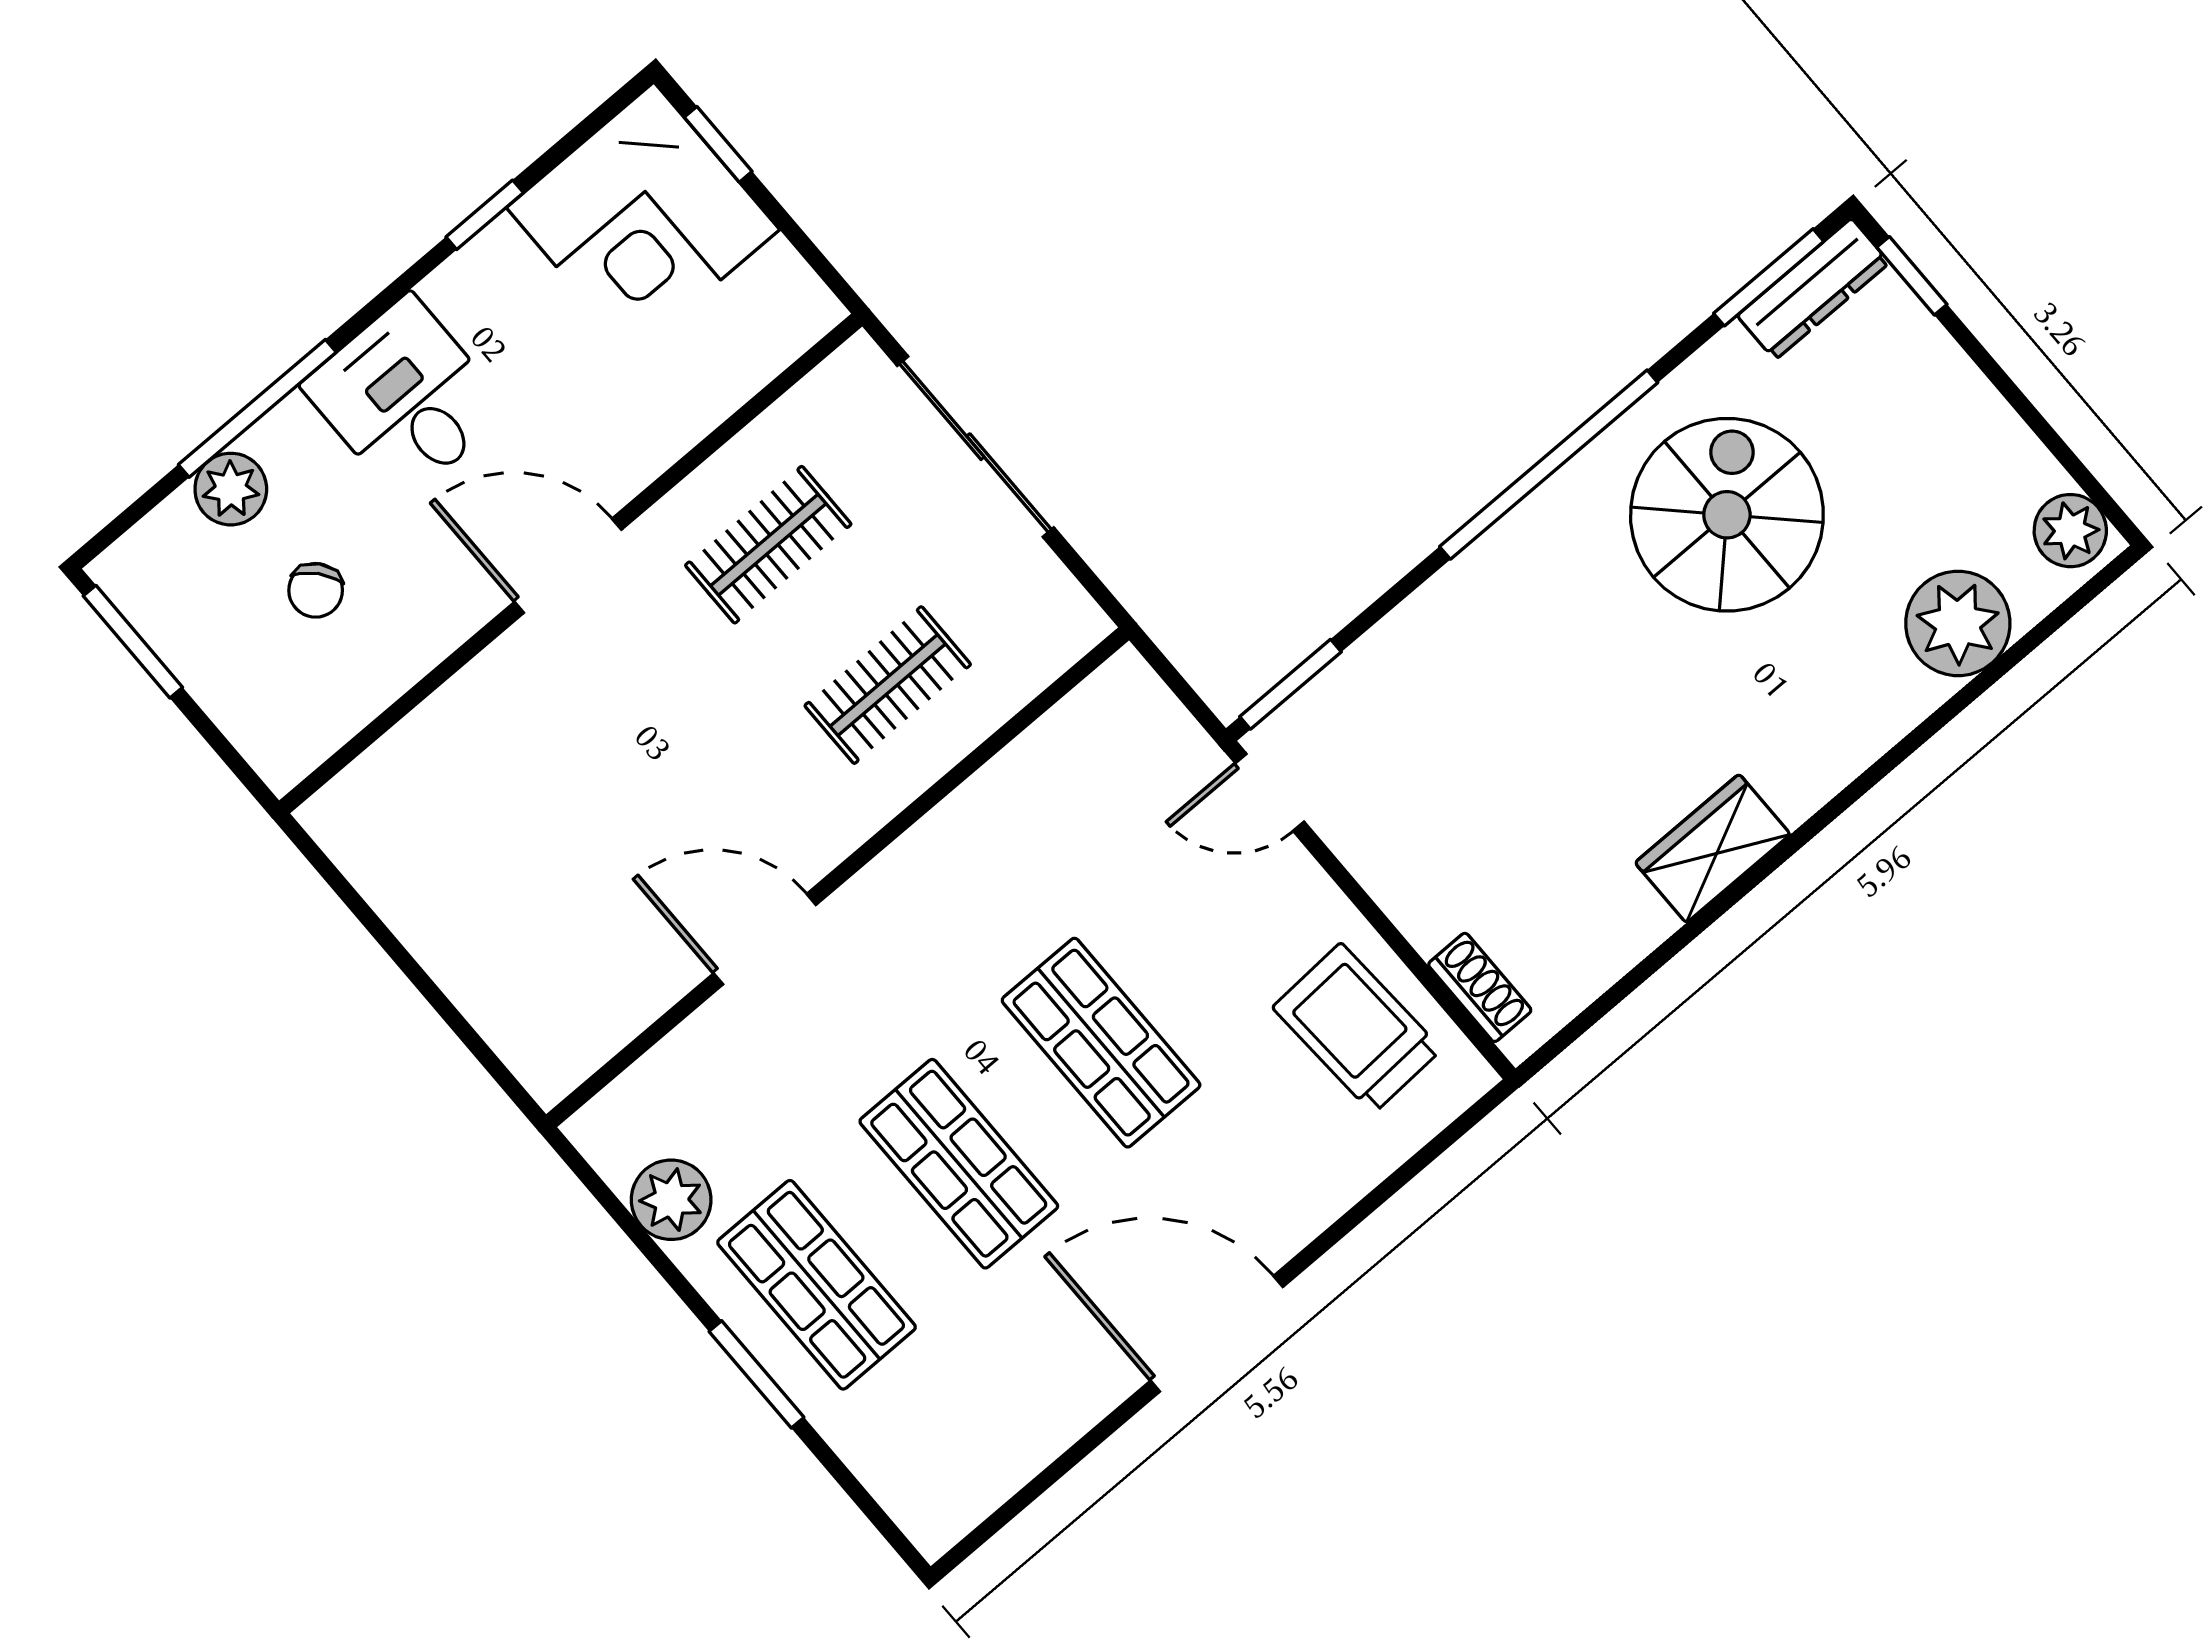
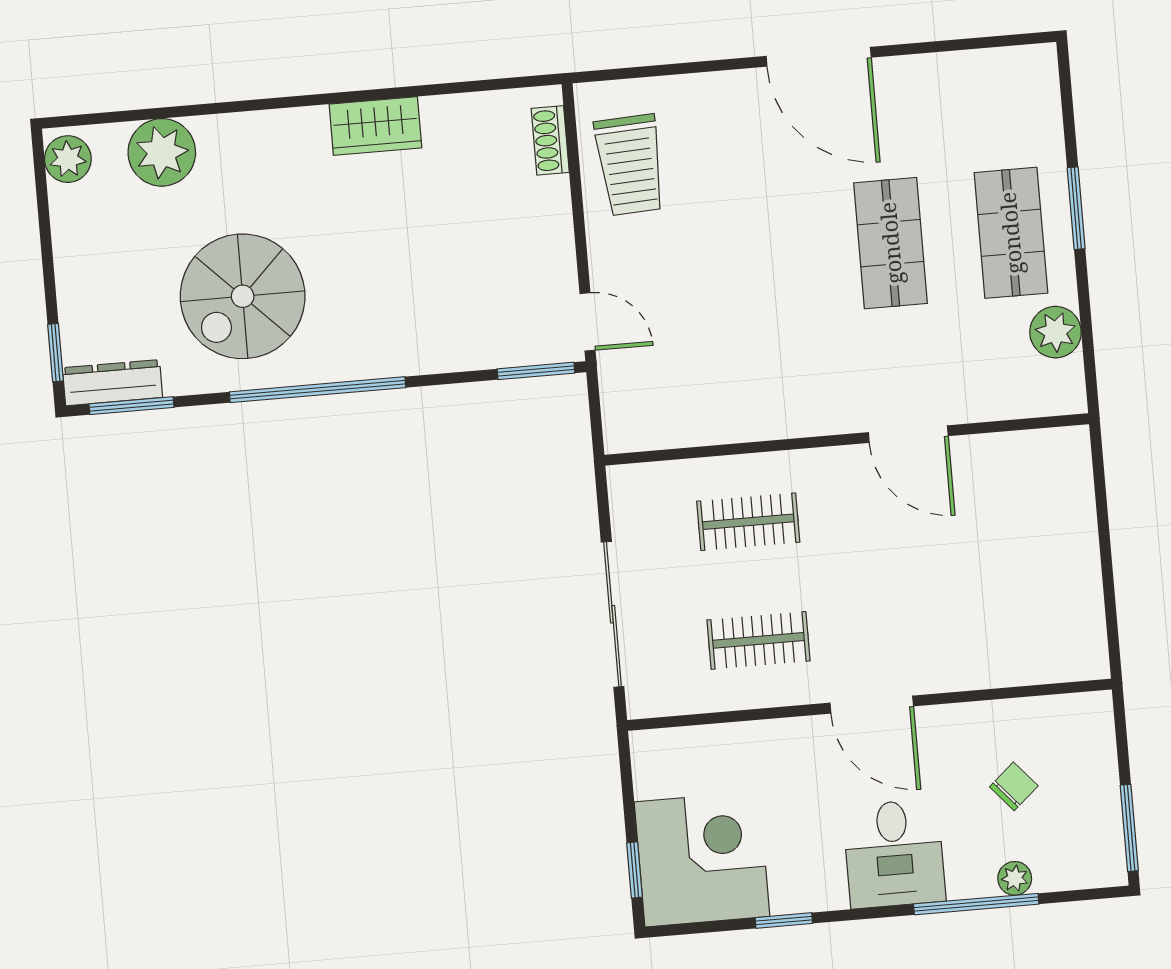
plant: (231, 489) -> (1015, 878), width x0.73, depth x0.73
shop shelf: (1101, 1043) -> (770, 253), removed

